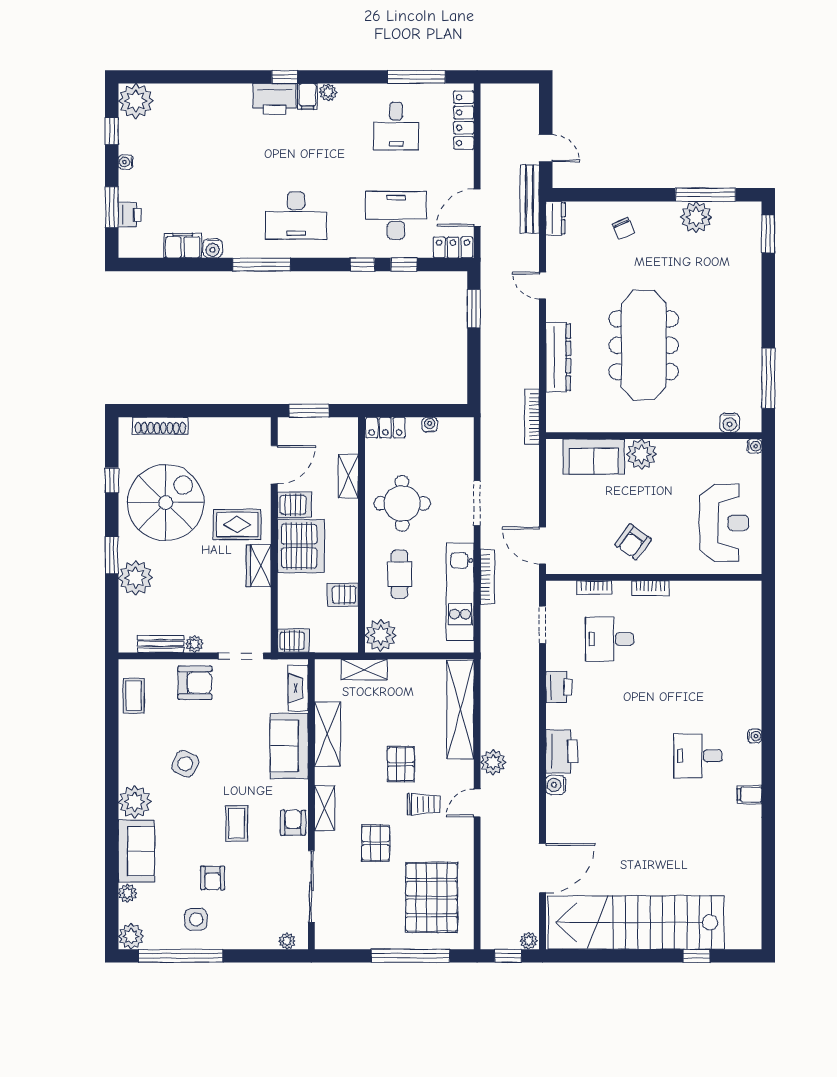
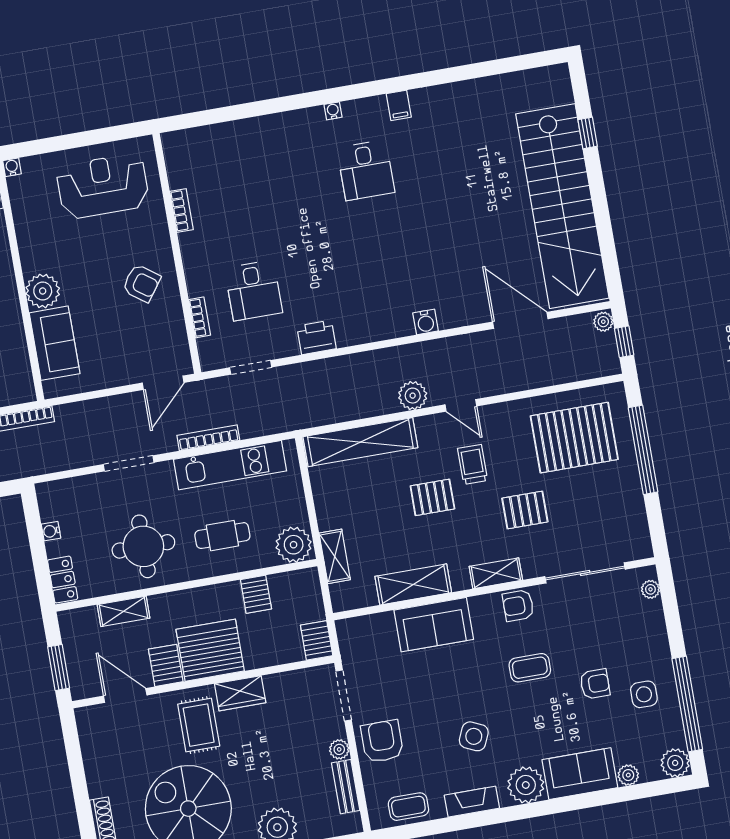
bookcase: (650, 588) -> (182, 210), moved
fireplace: (298, 688) -> (472, 802), moved, turned 180
printer: (561, 751) -> (387, 322), removed

